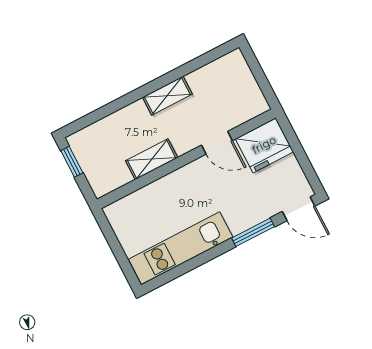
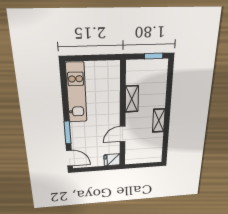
fridge: (264, 145) -> (112, 160), width x0.53, depth x0.75
door: (299, 209) -> (69, 158), swing flipped

